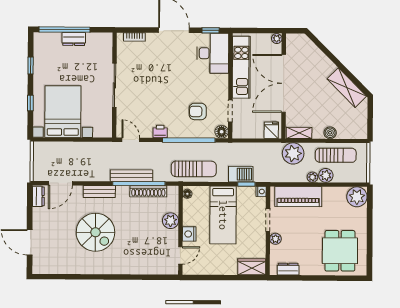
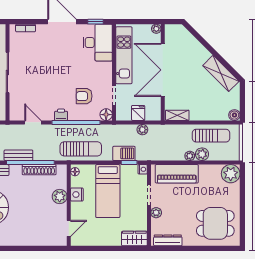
fridge: (271, 130) -> (138, 113), moved
printer: (160, 132) -> (61, 115), moved
boiler: (330, 133) -> (234, 115), moved
door: (131, 140) -> (33, 122), moved
plant: (293, 153) -> (142, 130), moved, width x0.53, depth x0.53
bench: (132, 176) -> (18, 155), width x0.73
nightstand: (189, 234) -> (77, 195), moved
dining table: (340, 251) -> (215, 223), turned 90
dresser: (288, 269) -> (168, 240), width x1.44

